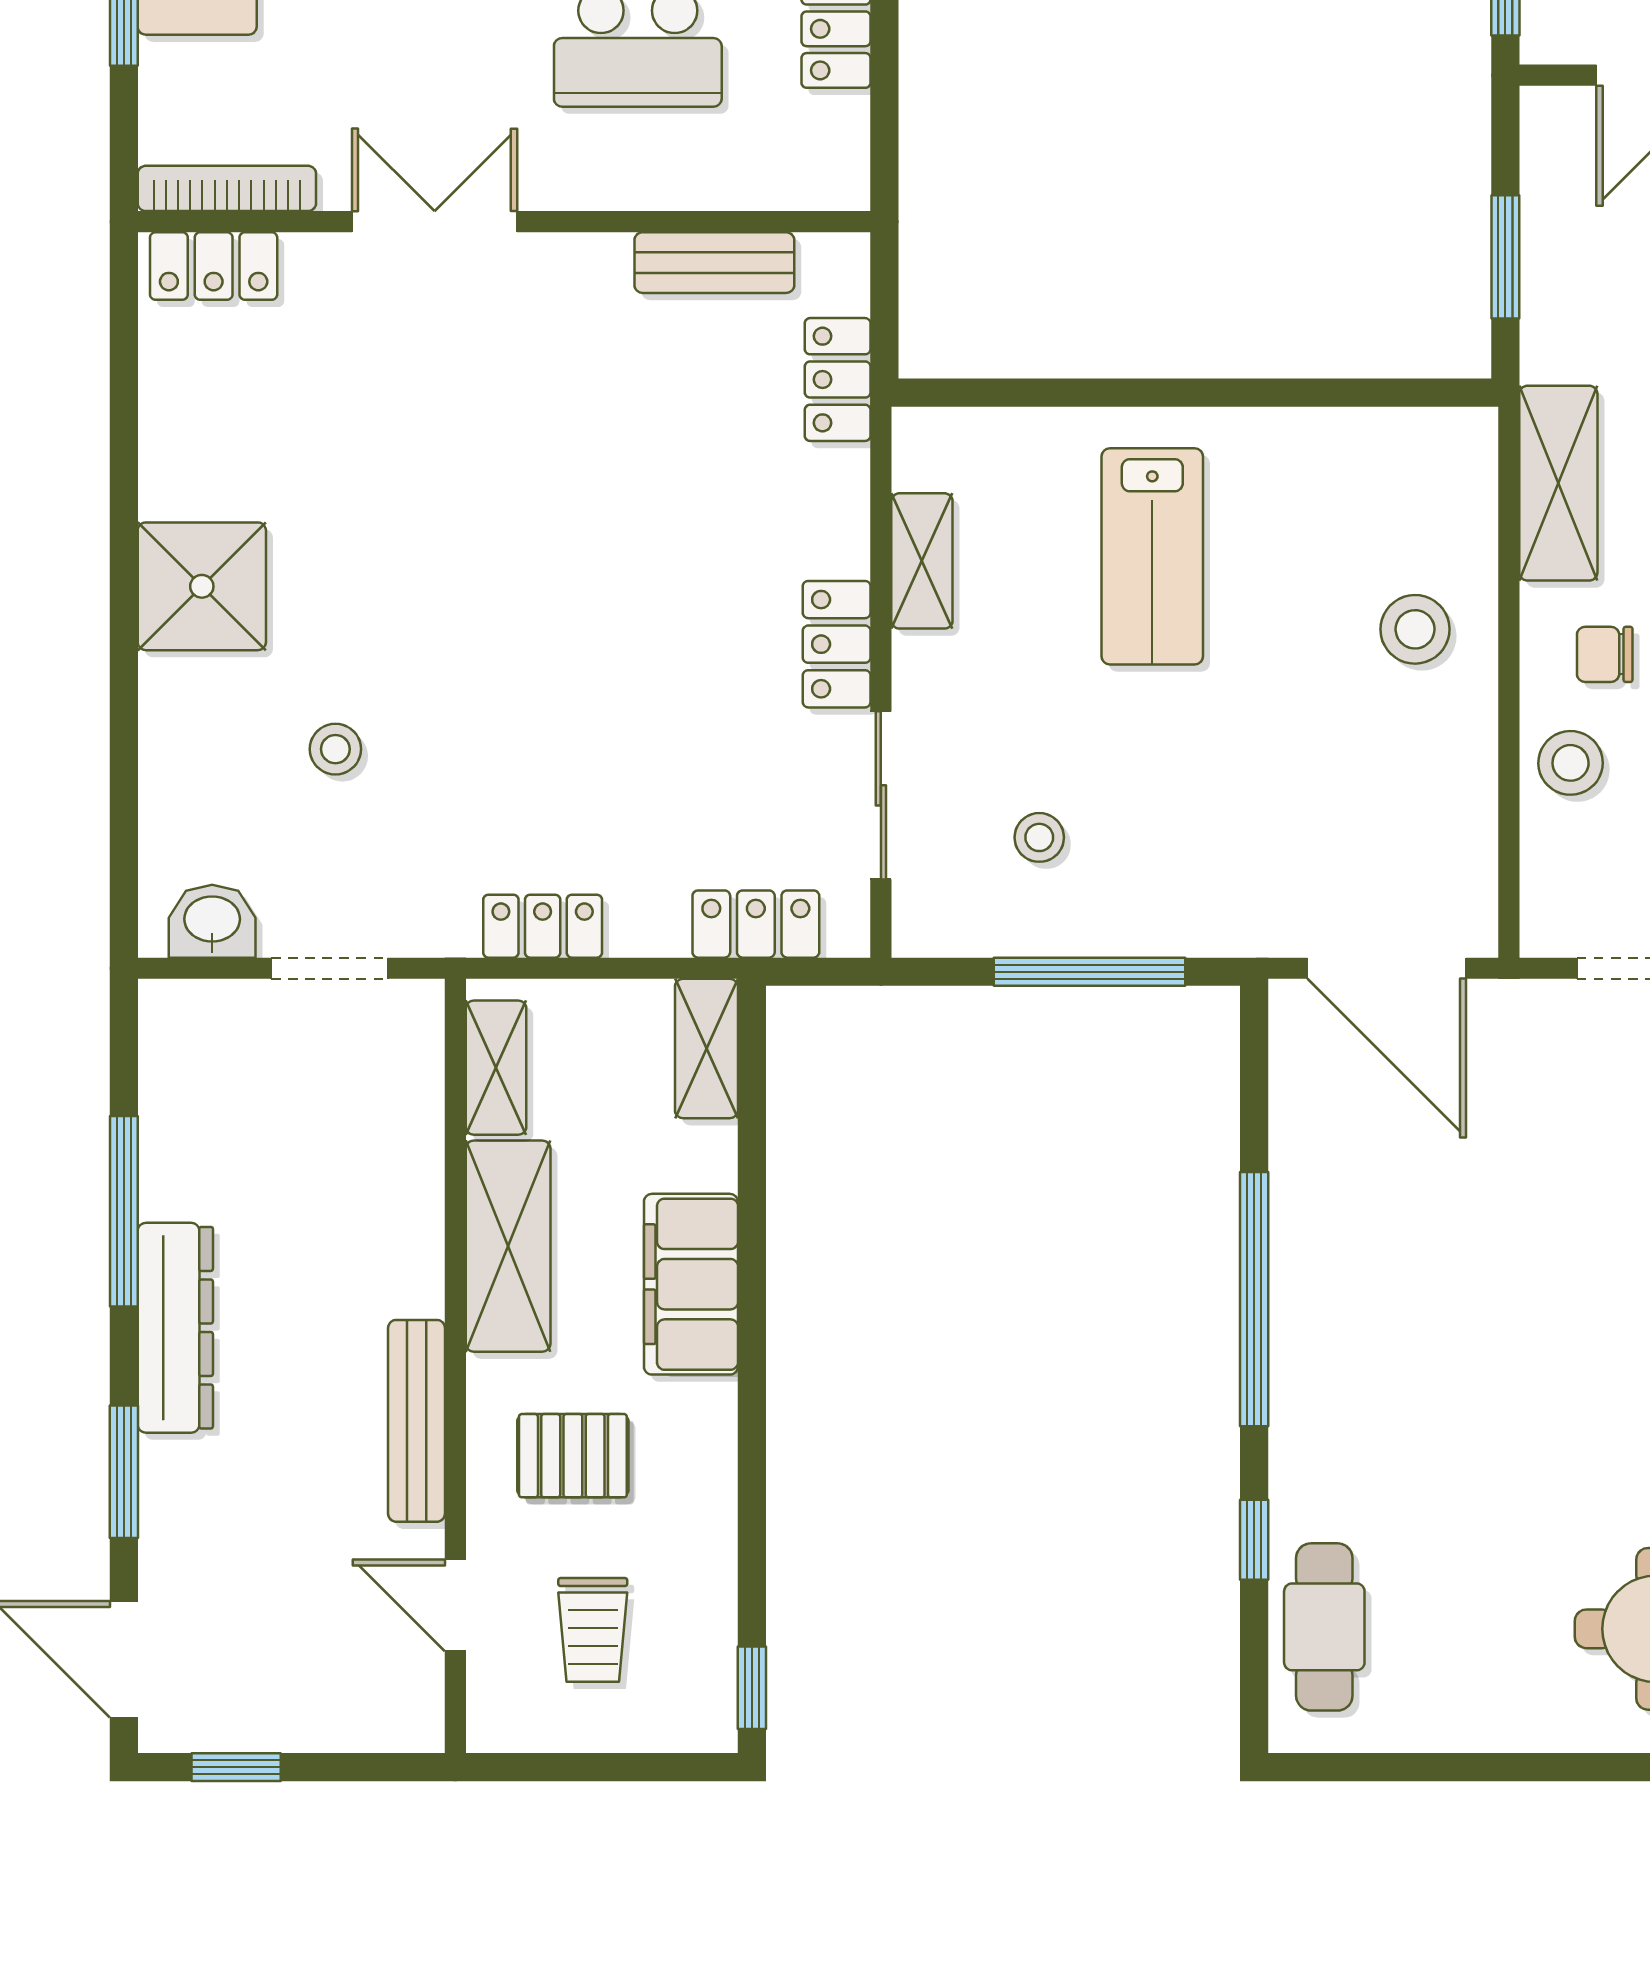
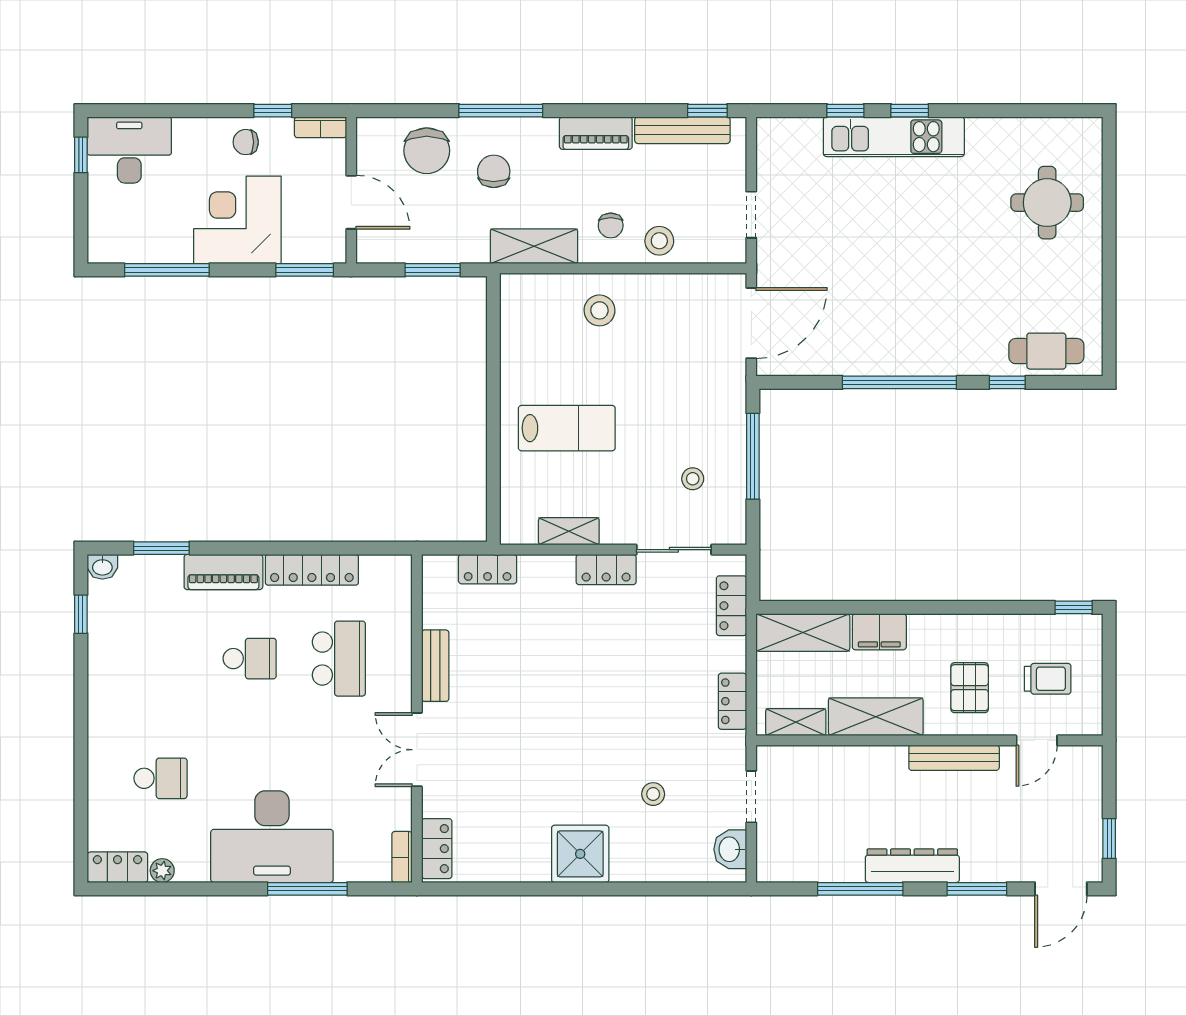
bookcase: (227, 188) -> (402, 857), width x0.64
bench: (714, 263) -> (435, 666), moved
shelving: (706, 1048) -> (803, 633), width x1.50, depth x1.33
filing cabinet: (691, 1284) -> (879, 632), width x0.67, depth x0.86

